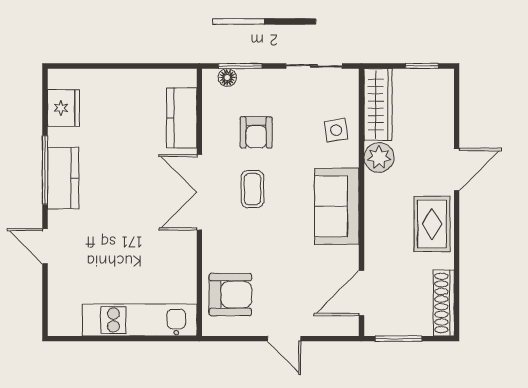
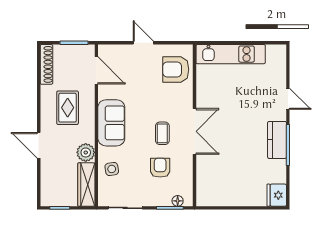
fridge: (64, 108) -> (277, 195), moved
kitchen counter: (182, 118) -> (205, 176), removed
door: (457, 169) -> (39, 145), hinge flipped
rug: (432, 224) -> (68, 108), moved
door: (361, 293) -> (96, 70), hinge flipped

